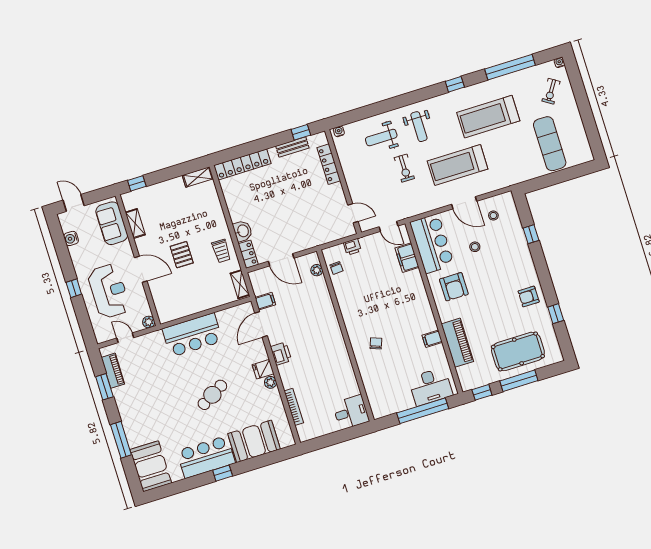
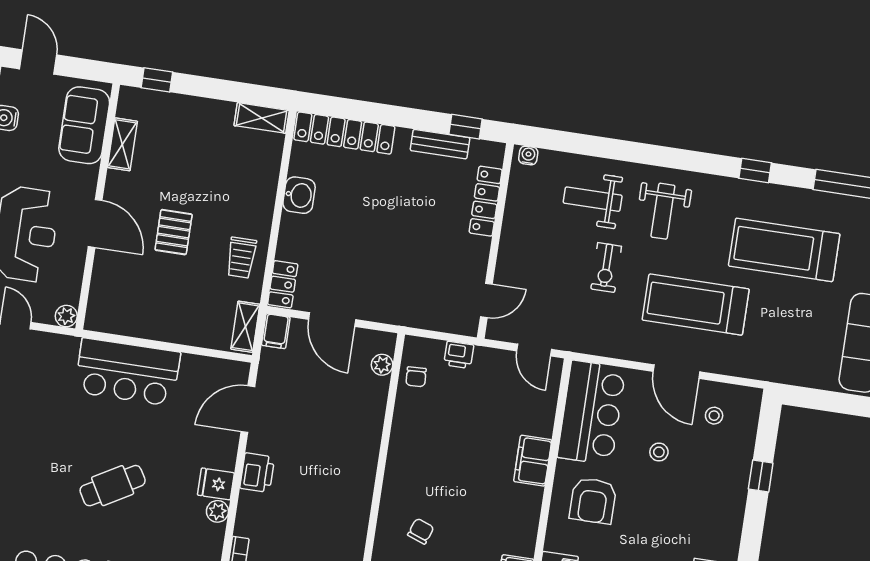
door: (353, 213) -> (486, 300), hinge flipped
washbasin: (243, 231) -> (299, 195), moved
filing cabinet: (407, 258) -> (533, 461), moved
filing cabinet: (265, 301) -> (276, 331), moved, turned 90

